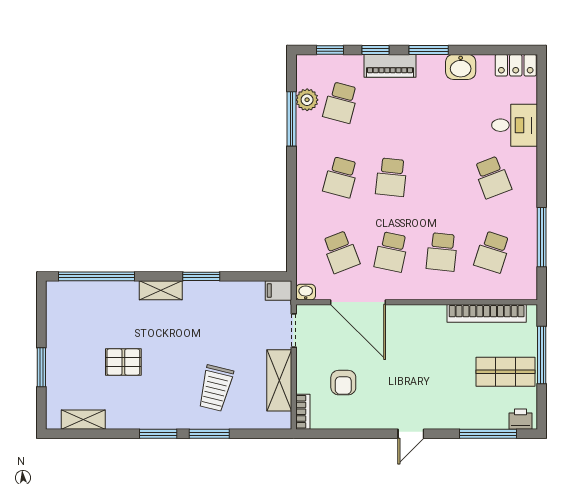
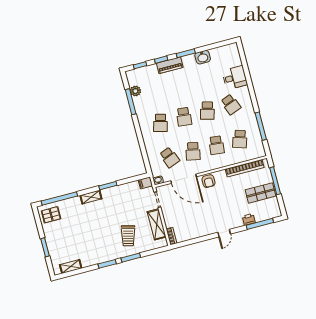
locker: (516, 65) -> (228, 50), removed
school desk: (341, 102) -> (207, 111), moved
pallet: (123, 362) -> (51, 215), moved
armchair: (343, 383) -> (208, 181), moved
printer: (521, 419) -> (249, 219), moved

